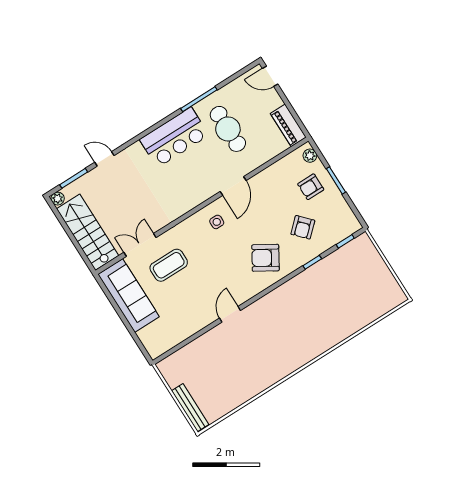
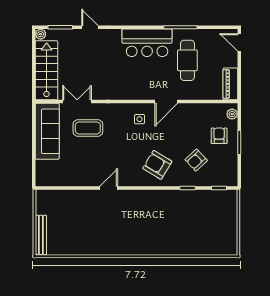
armchair: (311, 187) -> (219, 136), turned 90

